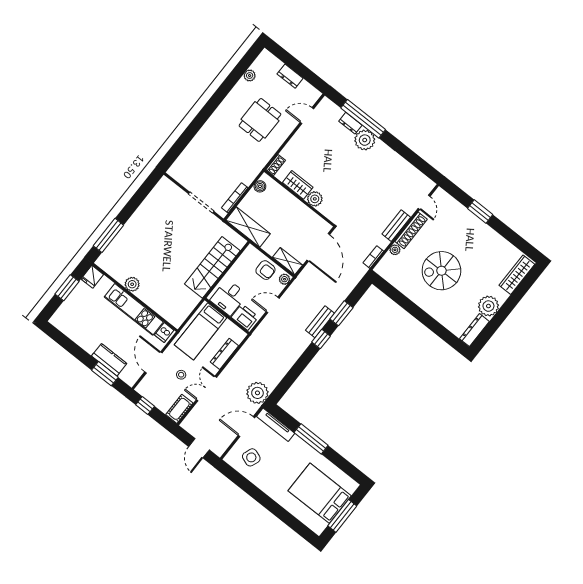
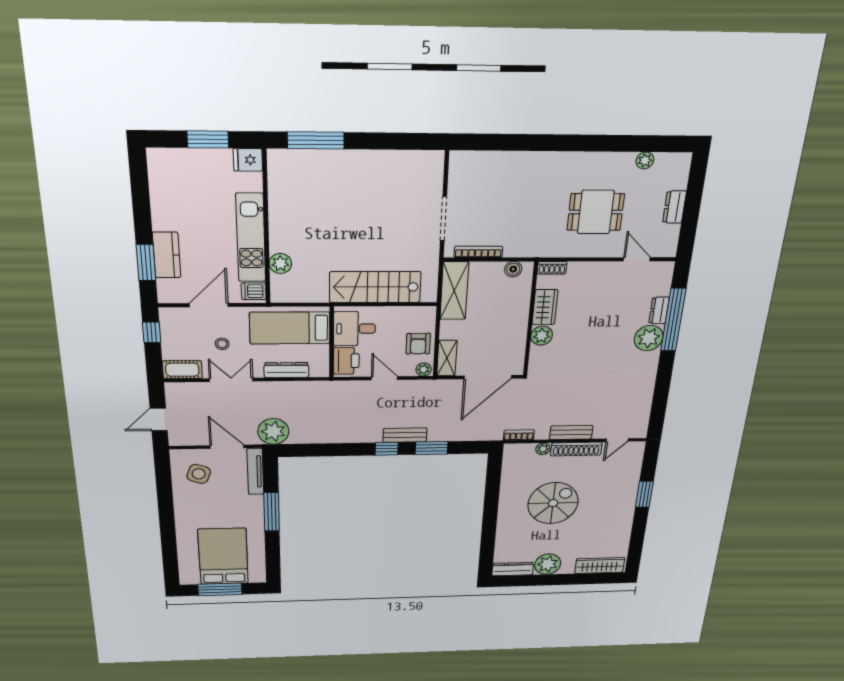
spiral stairs: (441, 271) -> (553, 503), turned 90
plant: (132, 284) -> (280, 264), moved

